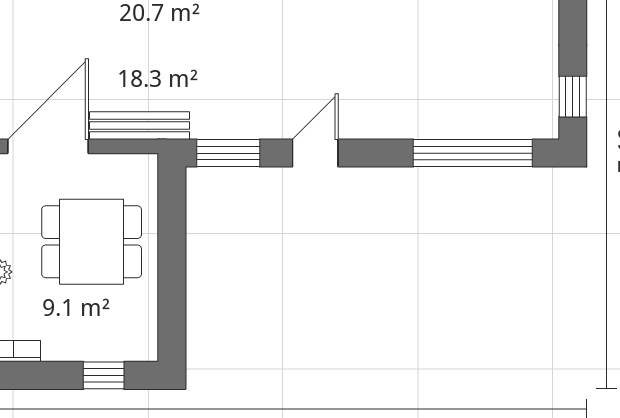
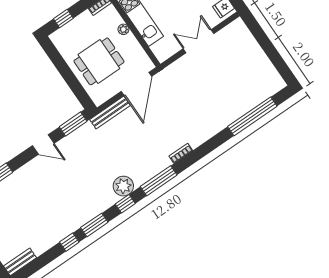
door: (315, 153) -> (43, 144), hinge flipped

